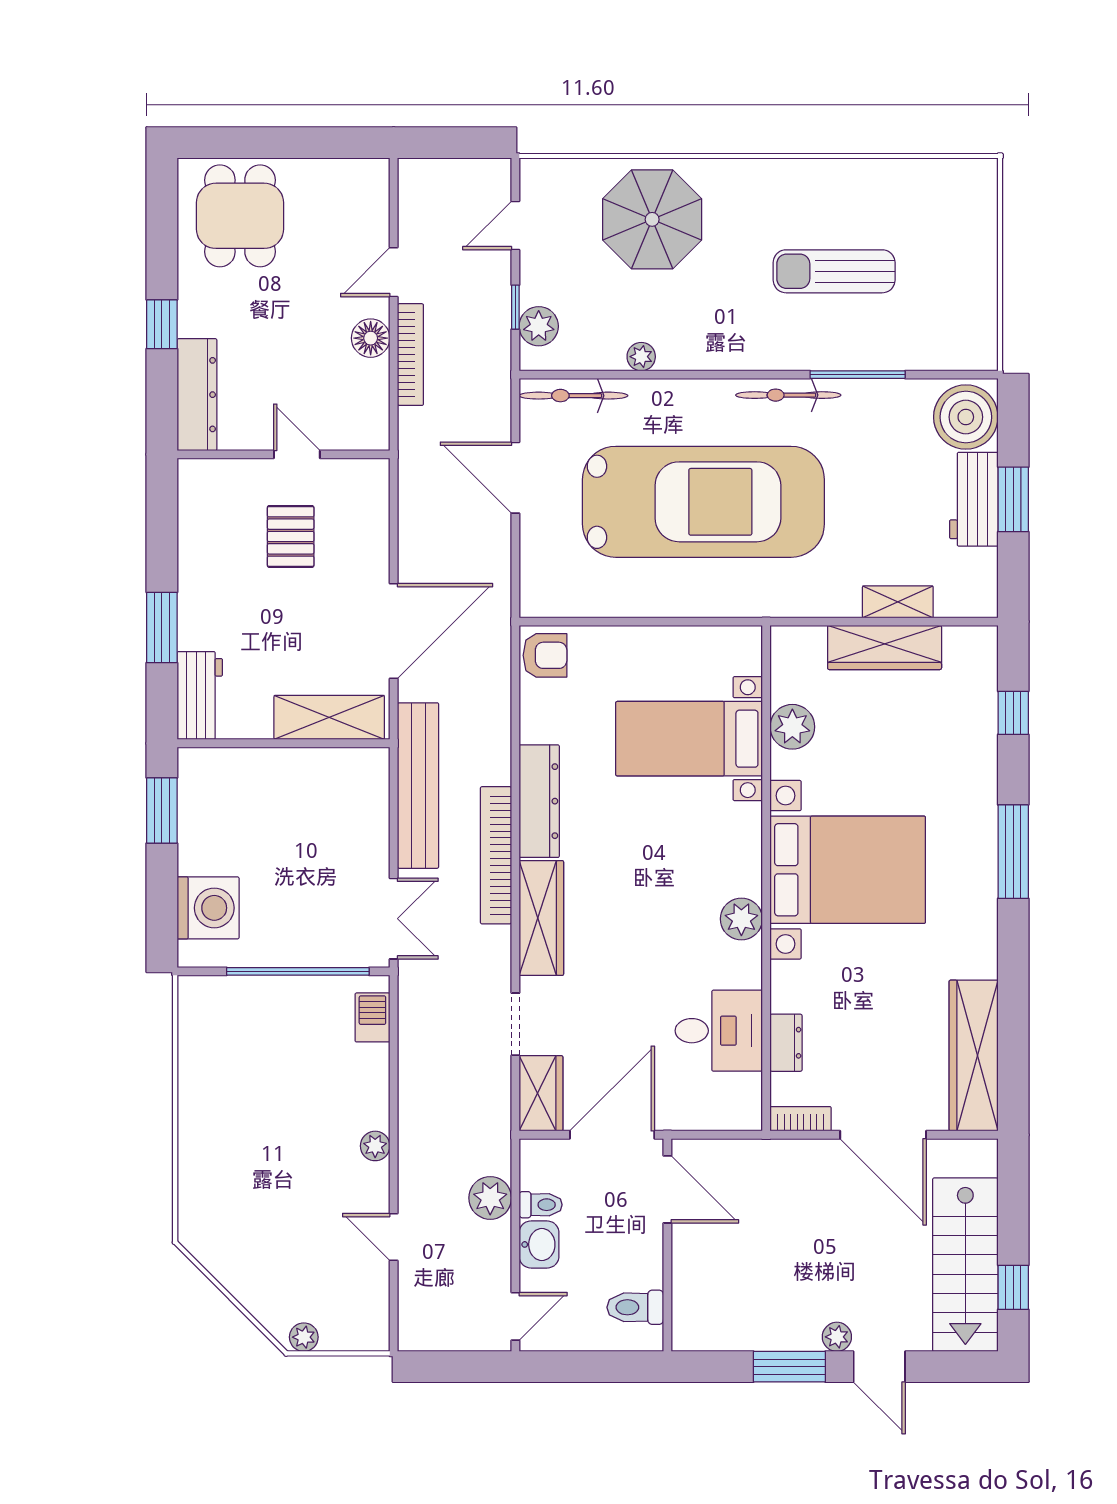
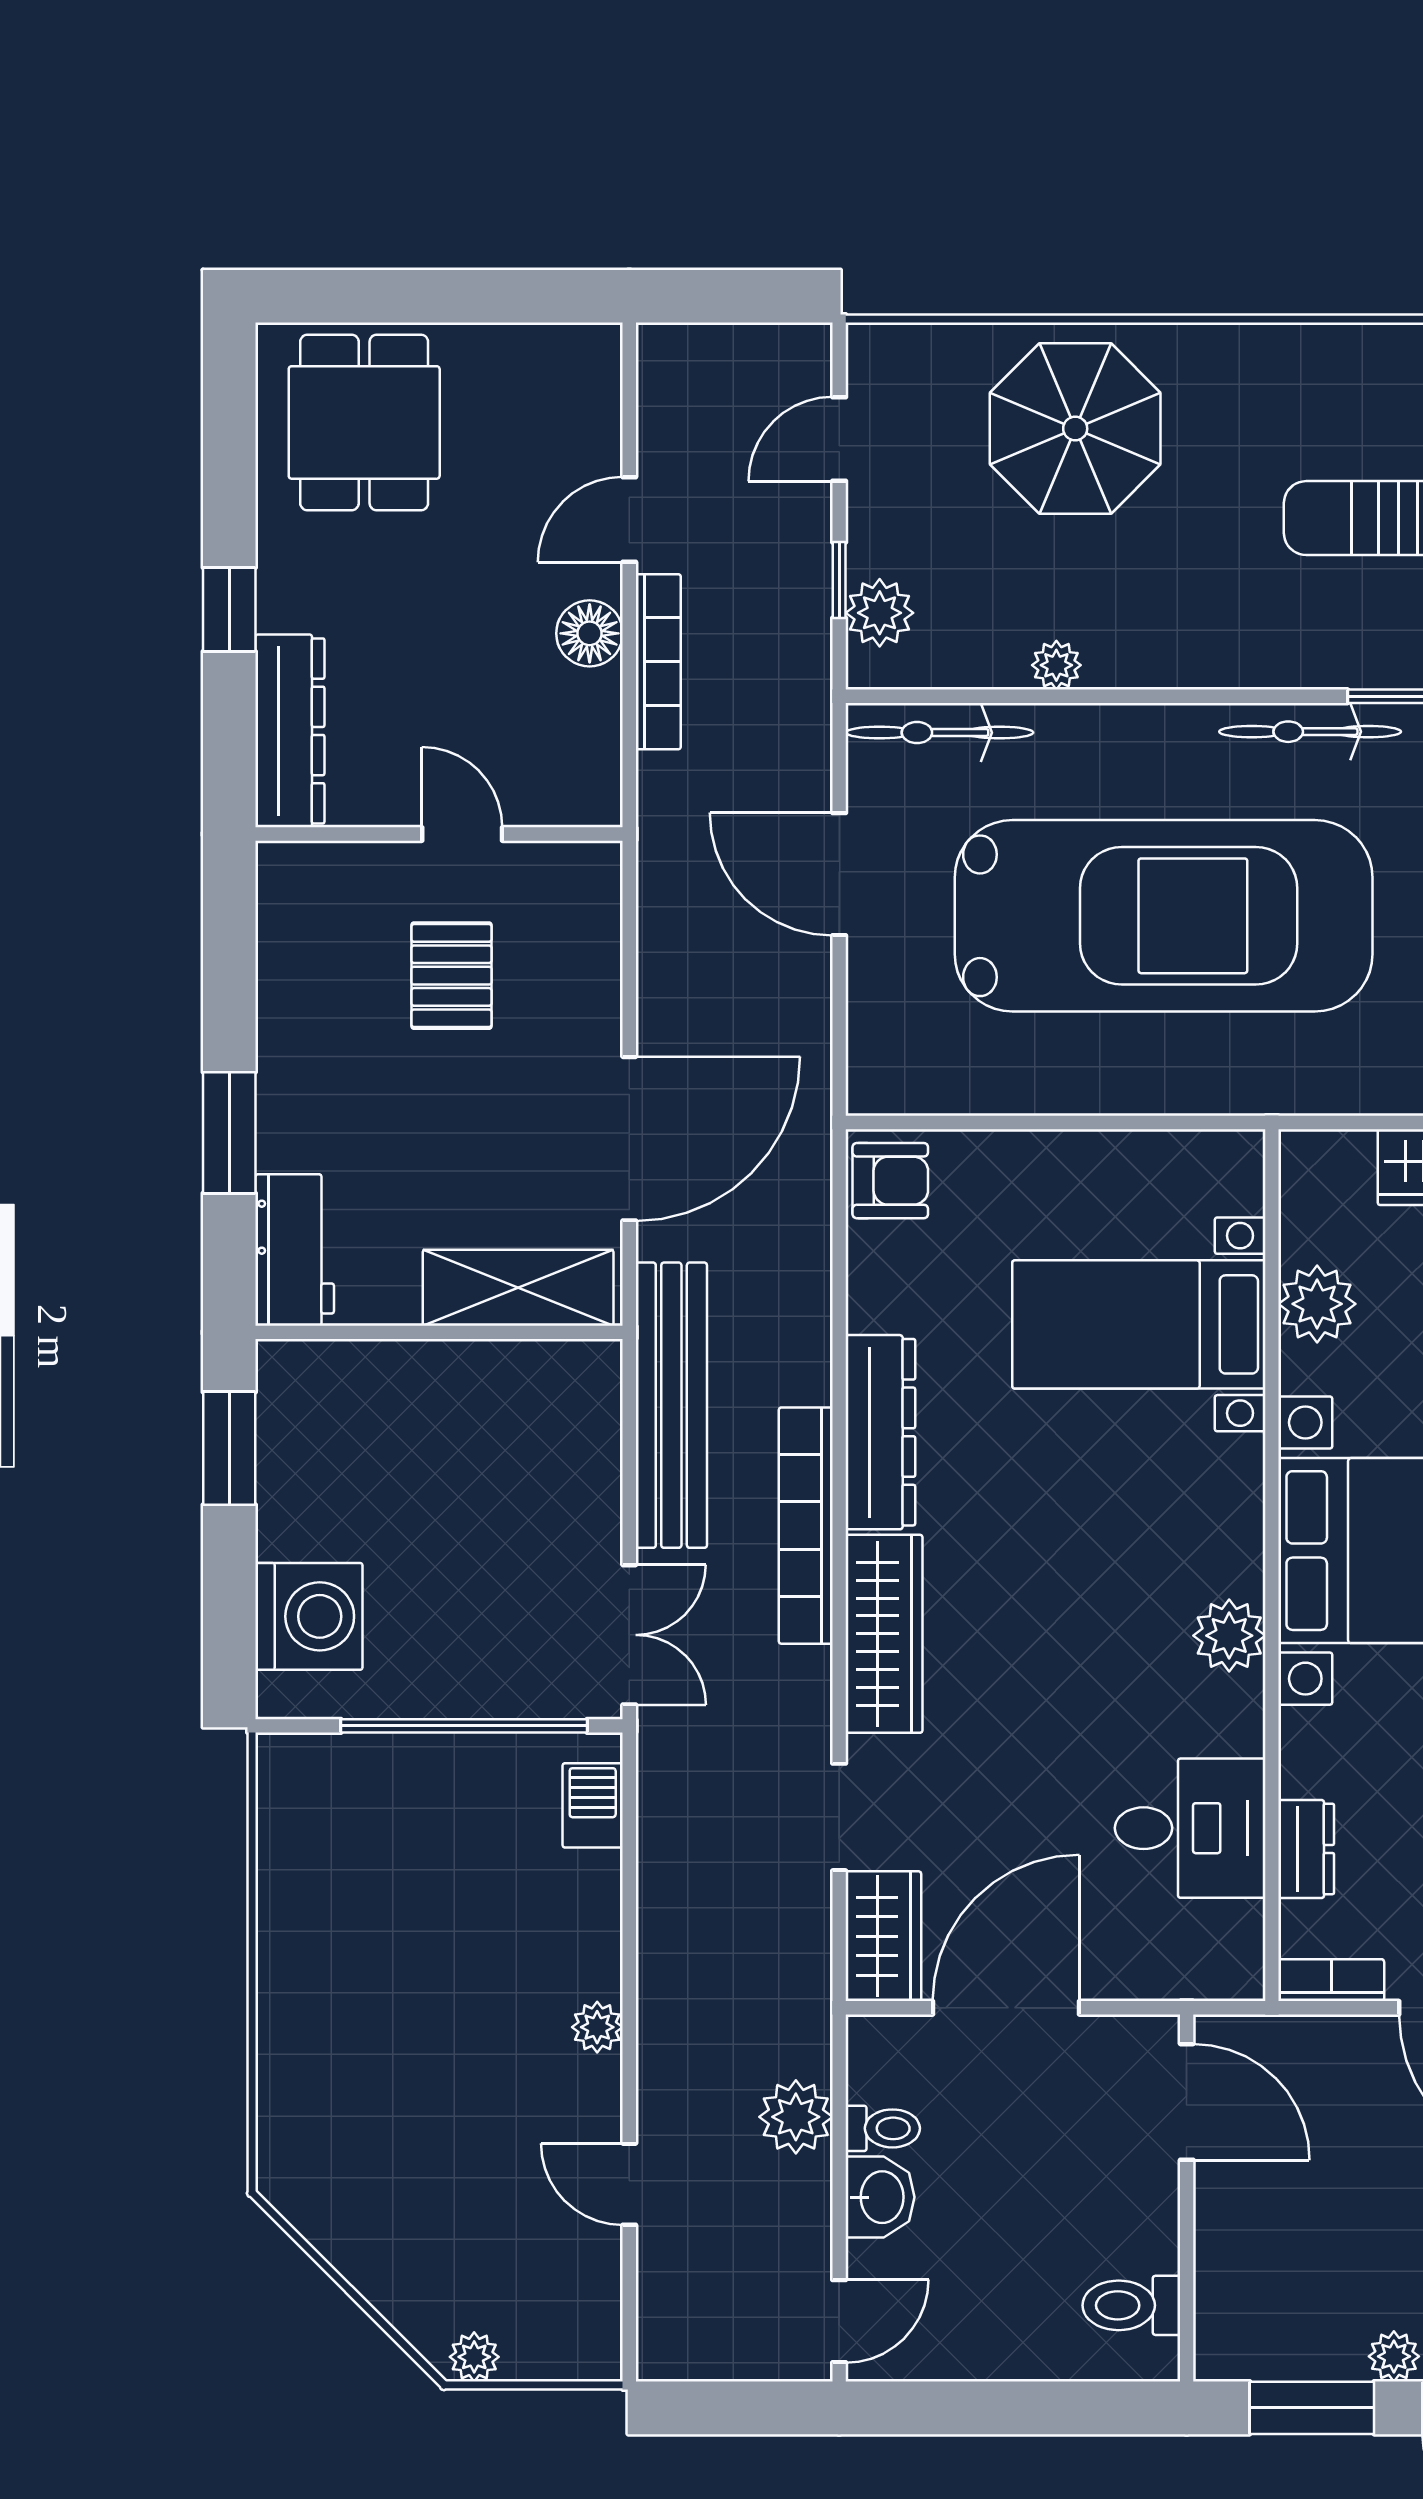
door: (667, 1189) -> (1187, 2102), moved
wall: (667, 1245) -> (1187, 2198), moved
toilet: (635, 1307) -> (1131, 2305), moved

